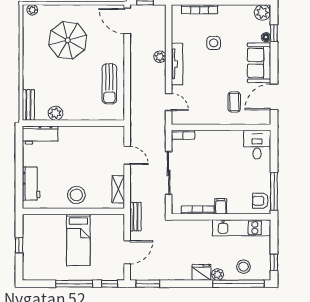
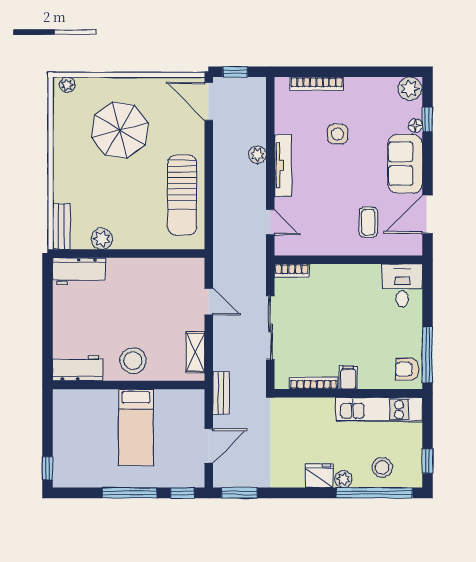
sun lounger: (109, 84) -> (182, 195), width x1.36, depth x1.34
workbench: (31, 184) -> (78, 368), moved, turned -90
window: (19, 245) -> (47, 468), moved

